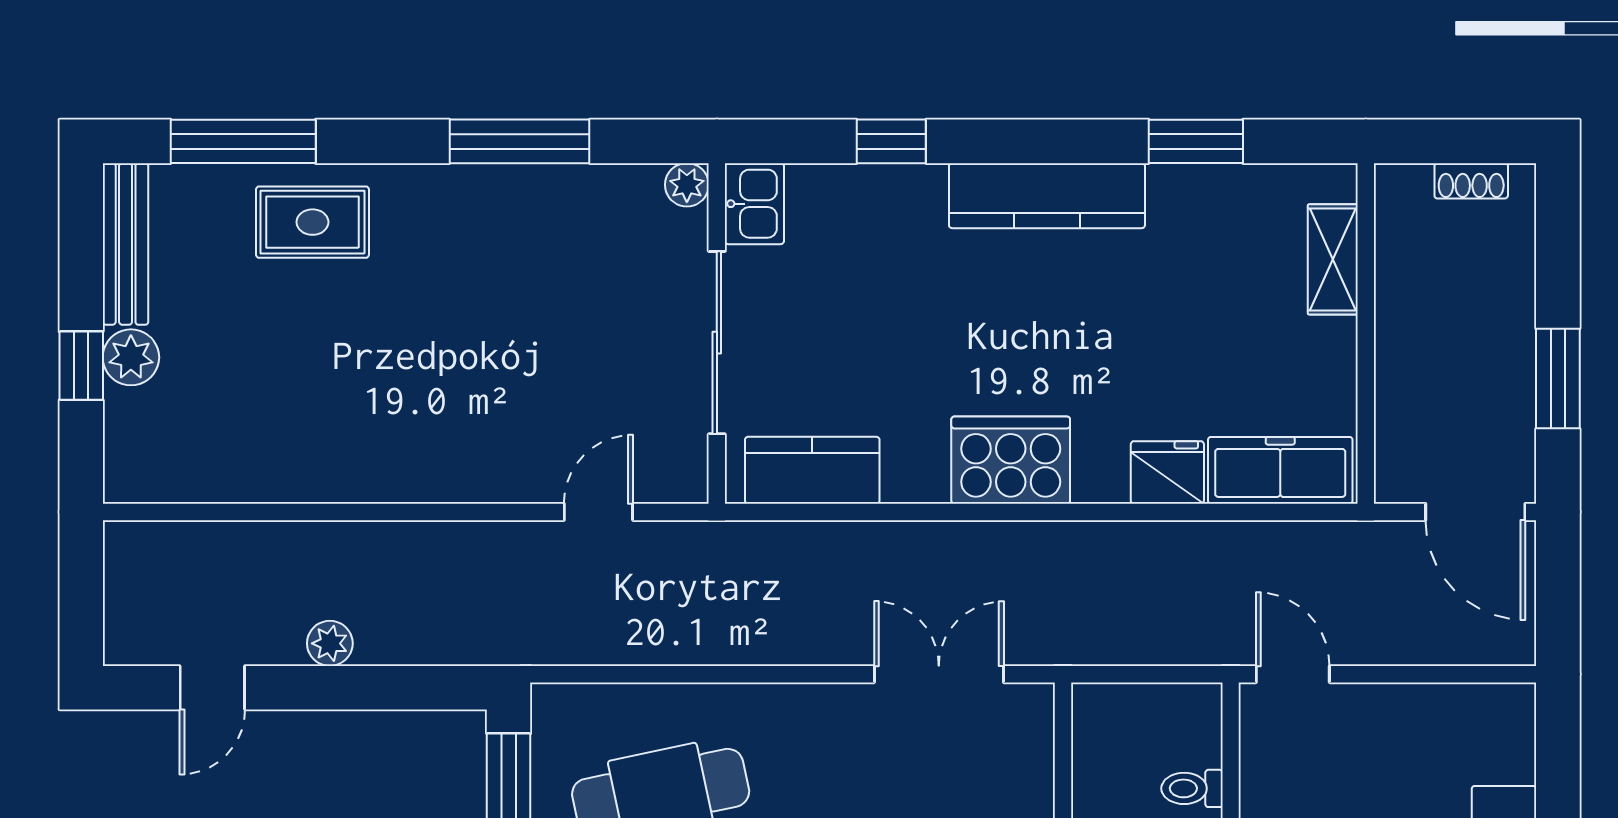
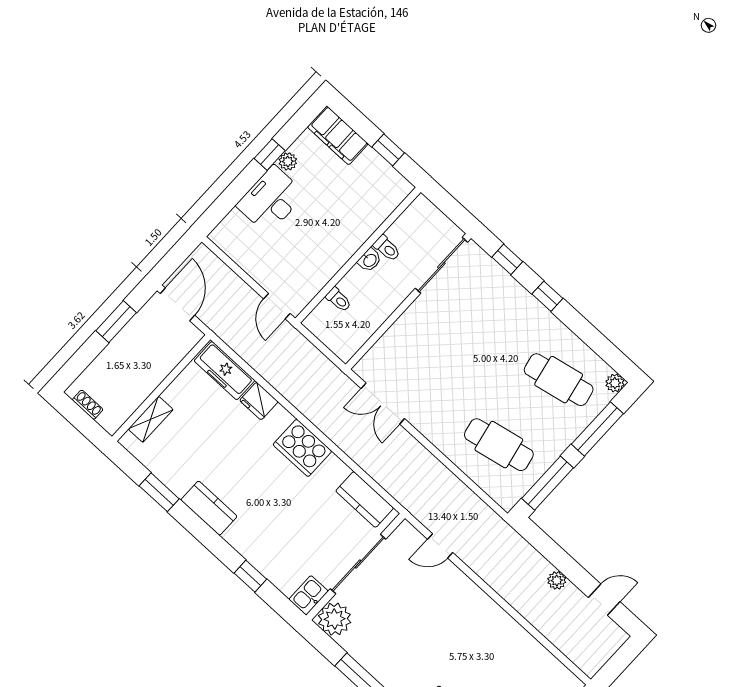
plant: (687, 185) -> (335, 619), width x1.88, depth x1.88
kitchen counter: (1047, 196) -> (209, 508), width x0.67

